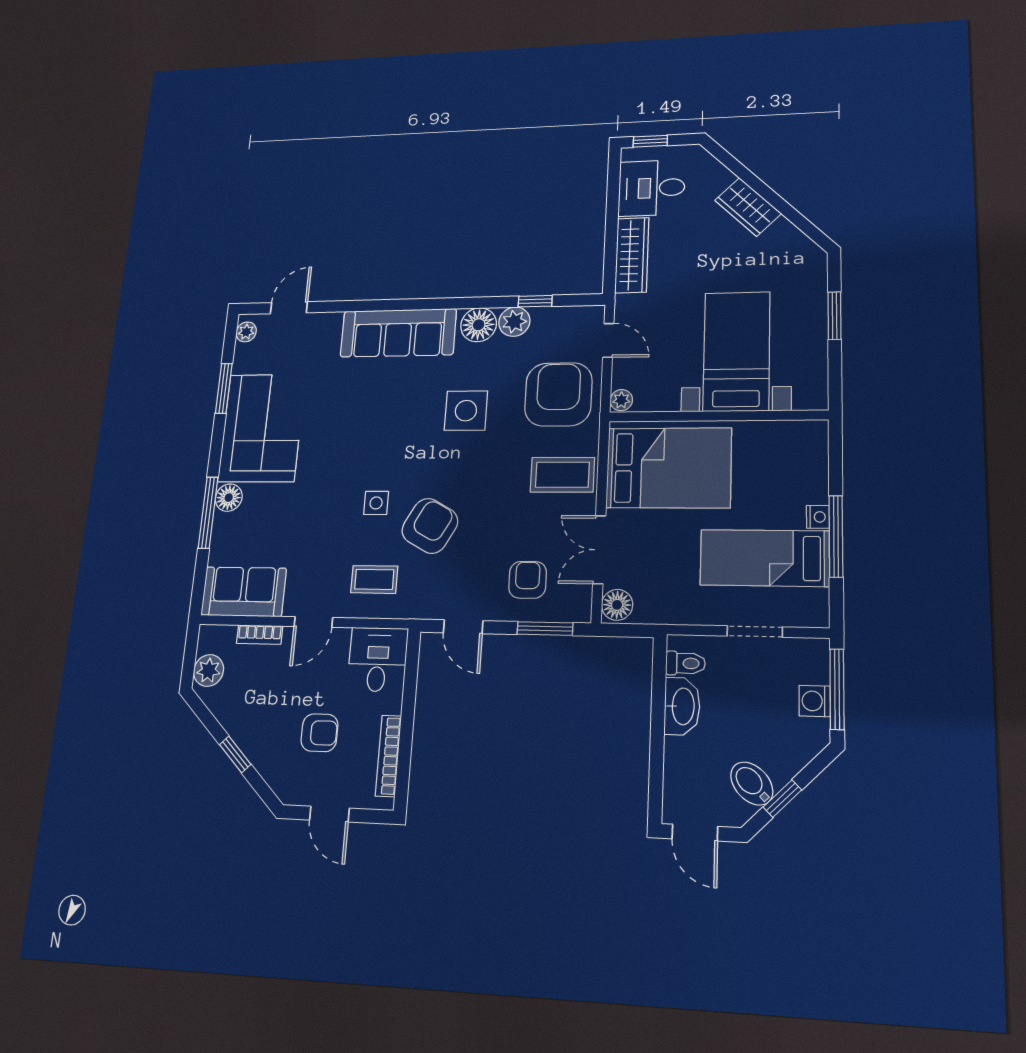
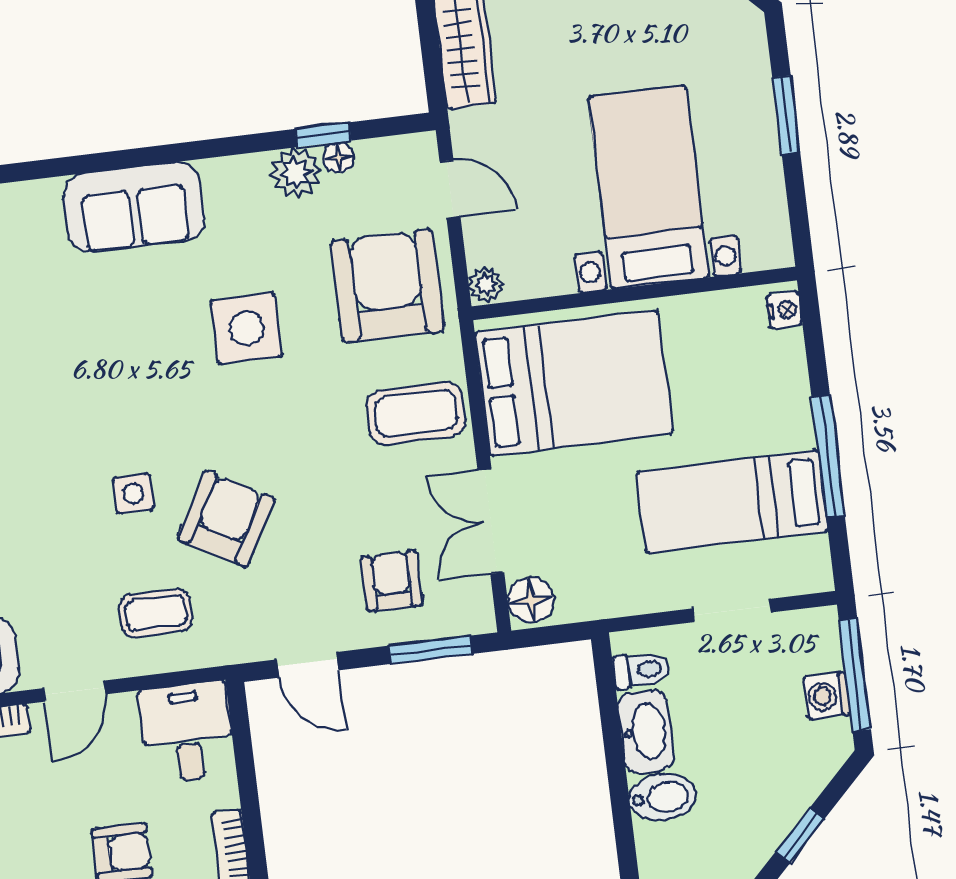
floor lamp: (479, 325) -> (339, 158), moved, width x0.53, depth x0.53
sofa: (398, 333) -> (134, 207), width x0.73
nightstand: (818, 517) -> (785, 310), moved
bidet: (752, 783) -> (663, 797), moved, turned 135

